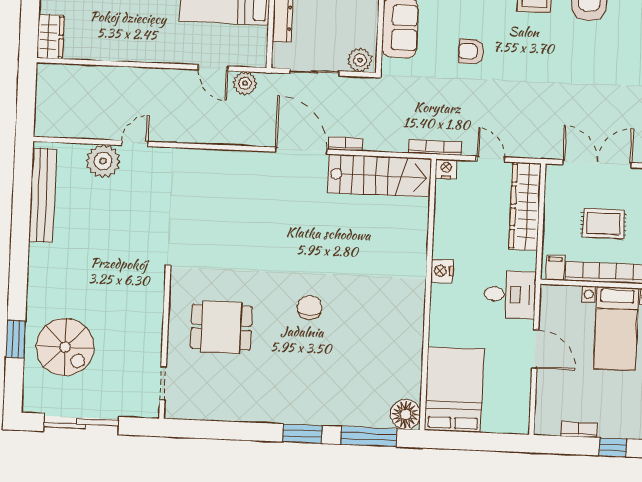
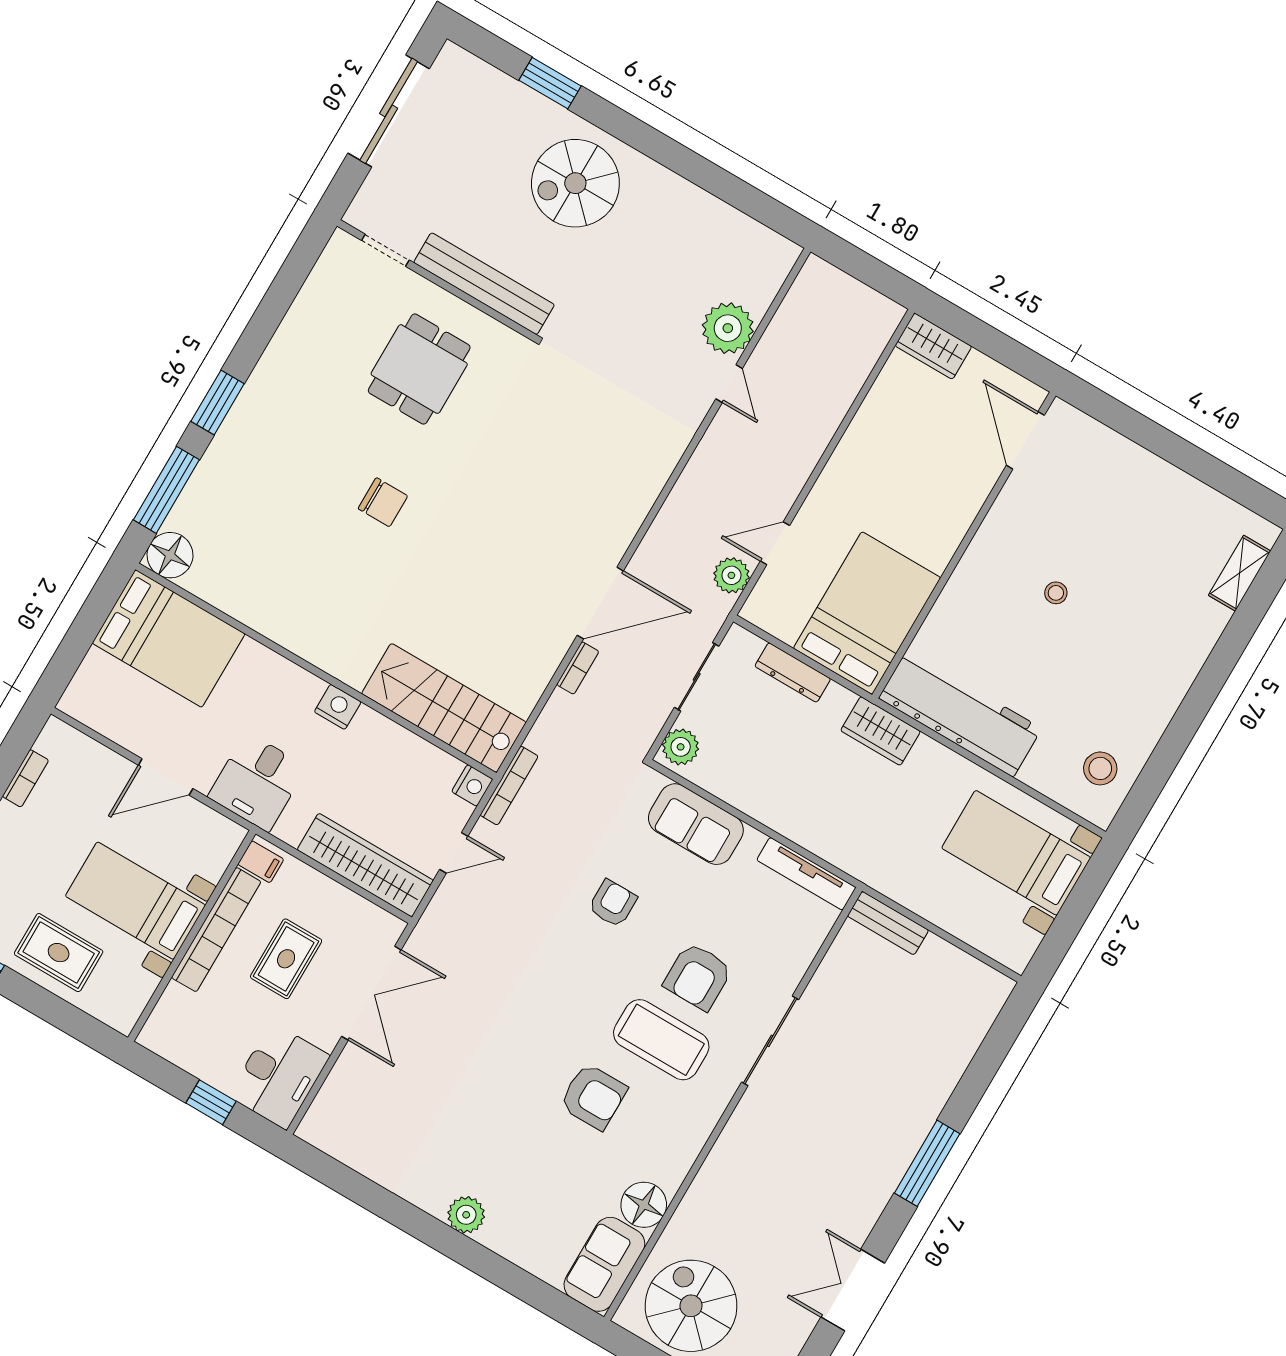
stairs: (379, 176) -> (444, 708), moved, turned 90
bench: (42, 195) -> (484, 284), moved
spiral stairs: (65, 347) -> (575, 183), moved

